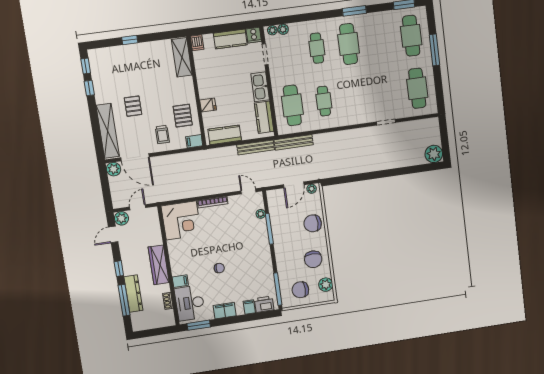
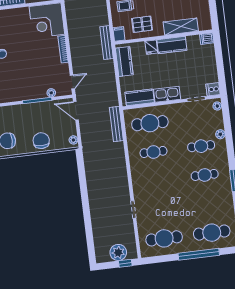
plant: (283, 29) -> (220, 134), moved
kitchen counter: (230, 39) -> (172, 45), moved, turned -90
cafe table: (349, 44) -> (205, 175), width x0.73, depth x0.74
window: (434, 50) -> (199, 254), width x1.46
shelving: (182, 57) -> (181, 27), moved
window: (443, 130) -> (125, 263), added
bench: (256, 147) -> (107, 43), moved
plant: (434, 154) -> (118, 252), moved
door: (294, 185) -> (76, 111), moved

